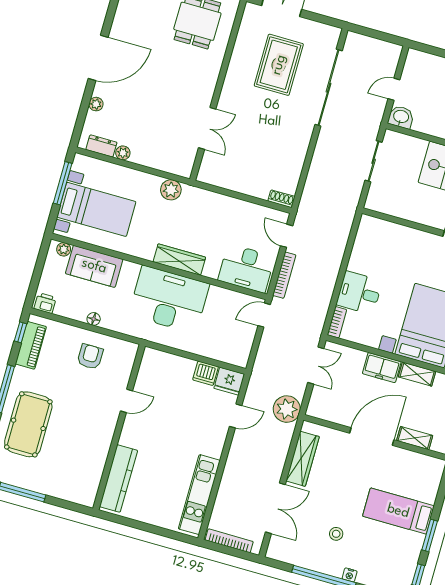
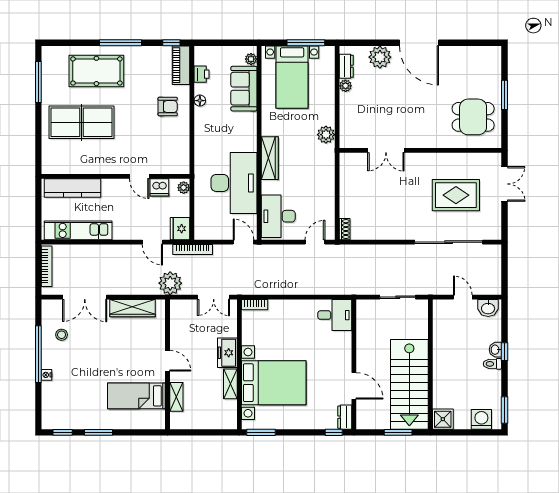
plant: (96, 104) -> (380, 57), width x1.87, depth x1.87
washbasin: (401, 117) -> (488, 308), moved, turned 90
bookcase: (284, 275) -> (193, 249), moved
desk: (359, 293) -> (335, 315), moved, turned 90
desk: (169, 299) -> (234, 183), moved
printer: (45, 303) -> (202, 74), moved
piano: (31, 345) -> (181, 65), moved, turned 90
plant: (185, 364) -> (184, 188), added
dishwasher: (206, 373) -> (159, 187), moved, turned -90
door: (126, 401) -> (139, 176), moved
wall: (119, 427) -> (116, 176), moved
door: (372, 436) -> (167, 361), width x0.53
table tennis table: (80, 457) -> (81, 122), added
kitchen counter: (118, 478) -> (73, 188), moved
bed: (398, 511) -> (136, 396), moved, turned -90
stool: (336, 534) -> (62, 335), moved

